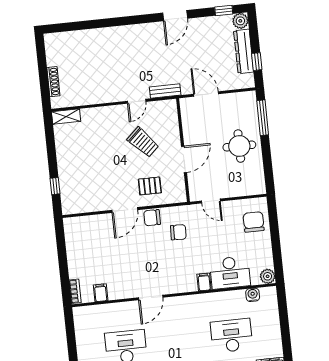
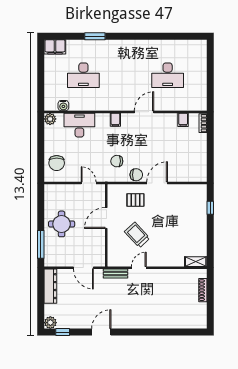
dresser: (244, 51) -> (50, 286), moved
window: (257, 62) -> (41, 289), removed
filing cabinet: (204, 282) -> (115, 120), moved

